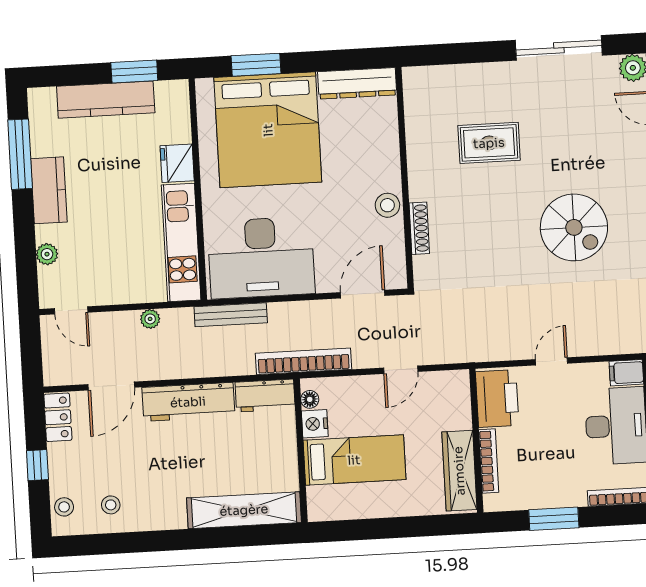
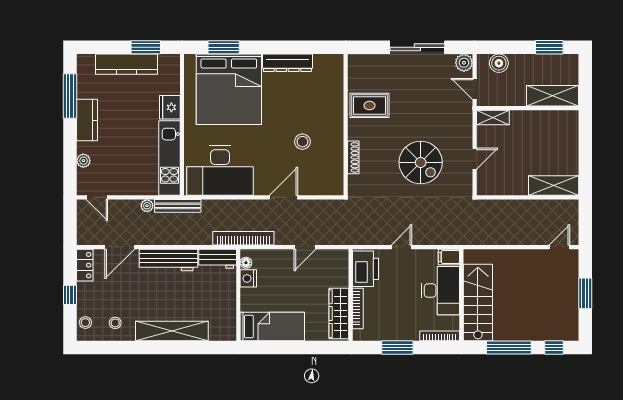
wall: (404, 178) -> (346, 125), moved
shoe rack: (419, 228) -> (353, 157), moved
bench: (231, 315) -> (178, 206), moved
bed: (354, 460) -> (272, 327), moved
shelving: (244, 510) -> (172, 331), moved

